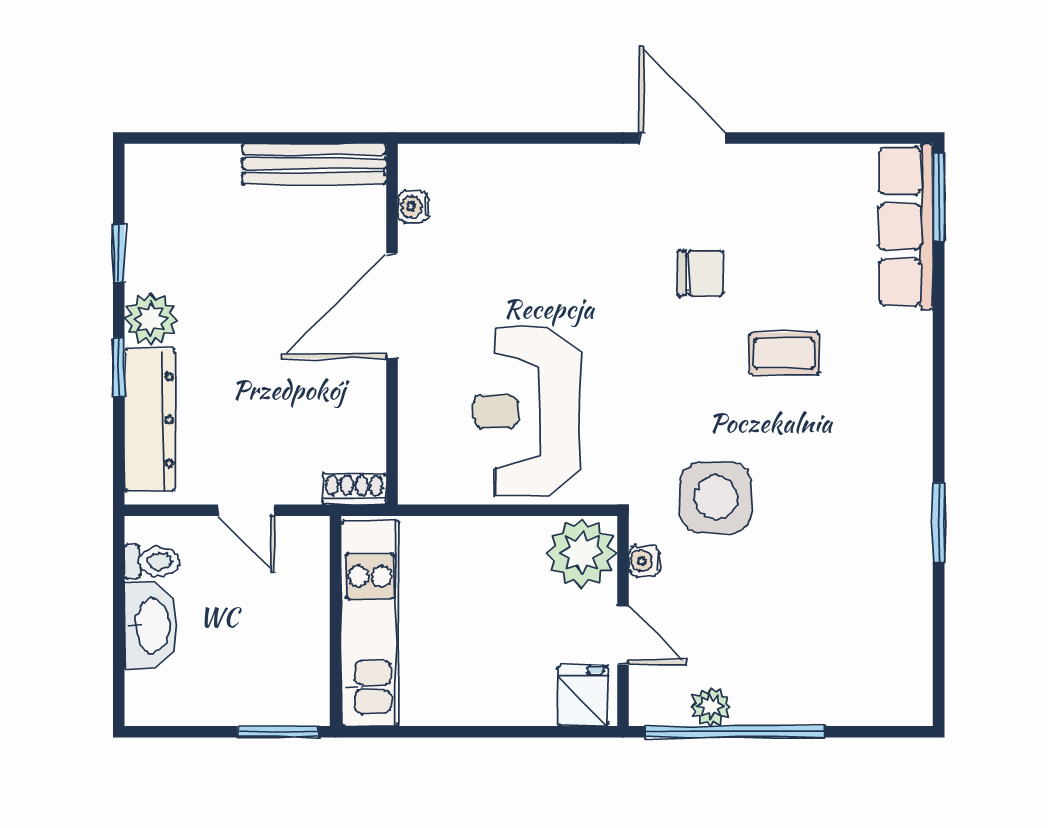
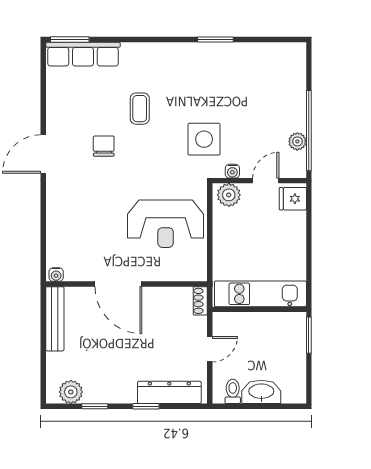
water cooler: (413, 207) -> (56, 275), moved
plant: (151, 319) -> (71, 392), moved
plant: (582, 553) -> (229, 195), width x0.73, depth x0.73

